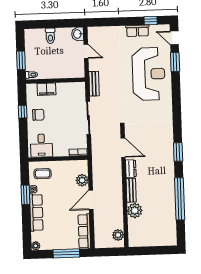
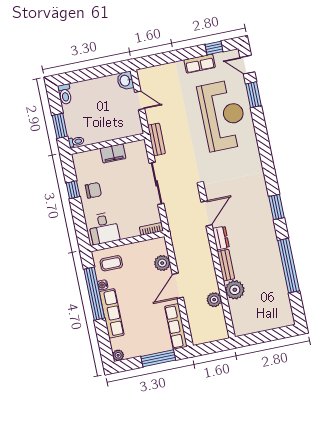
toilet: (50, 36) -> (65, 94), moved
filing cabinet: (46, 89) -> (113, 153), moved
door: (123, 148) -> (207, 213), hinge flipped
window: (25, 195) -> (94, 294), width x2.11
plant: (118, 235) -> (214, 300), moved

